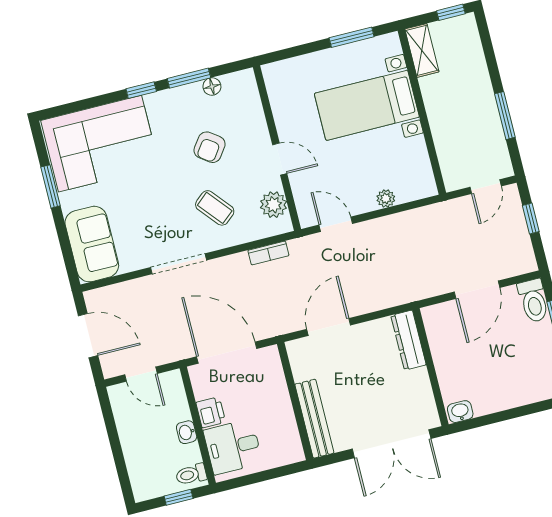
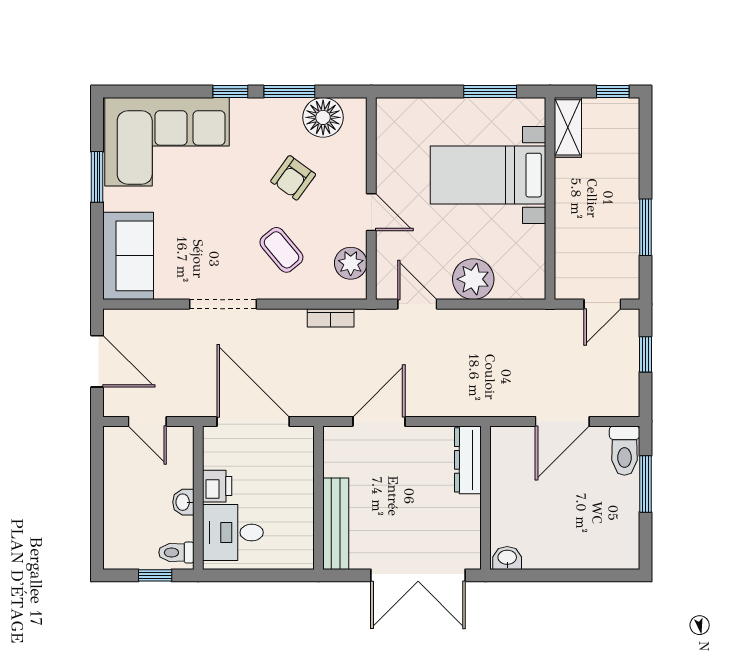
floor lamp: (212, 86) -> (323, 117), width x1.89, depth x1.89
plant: (386, 198) -> (473, 279), width x1.87, depth x1.87

